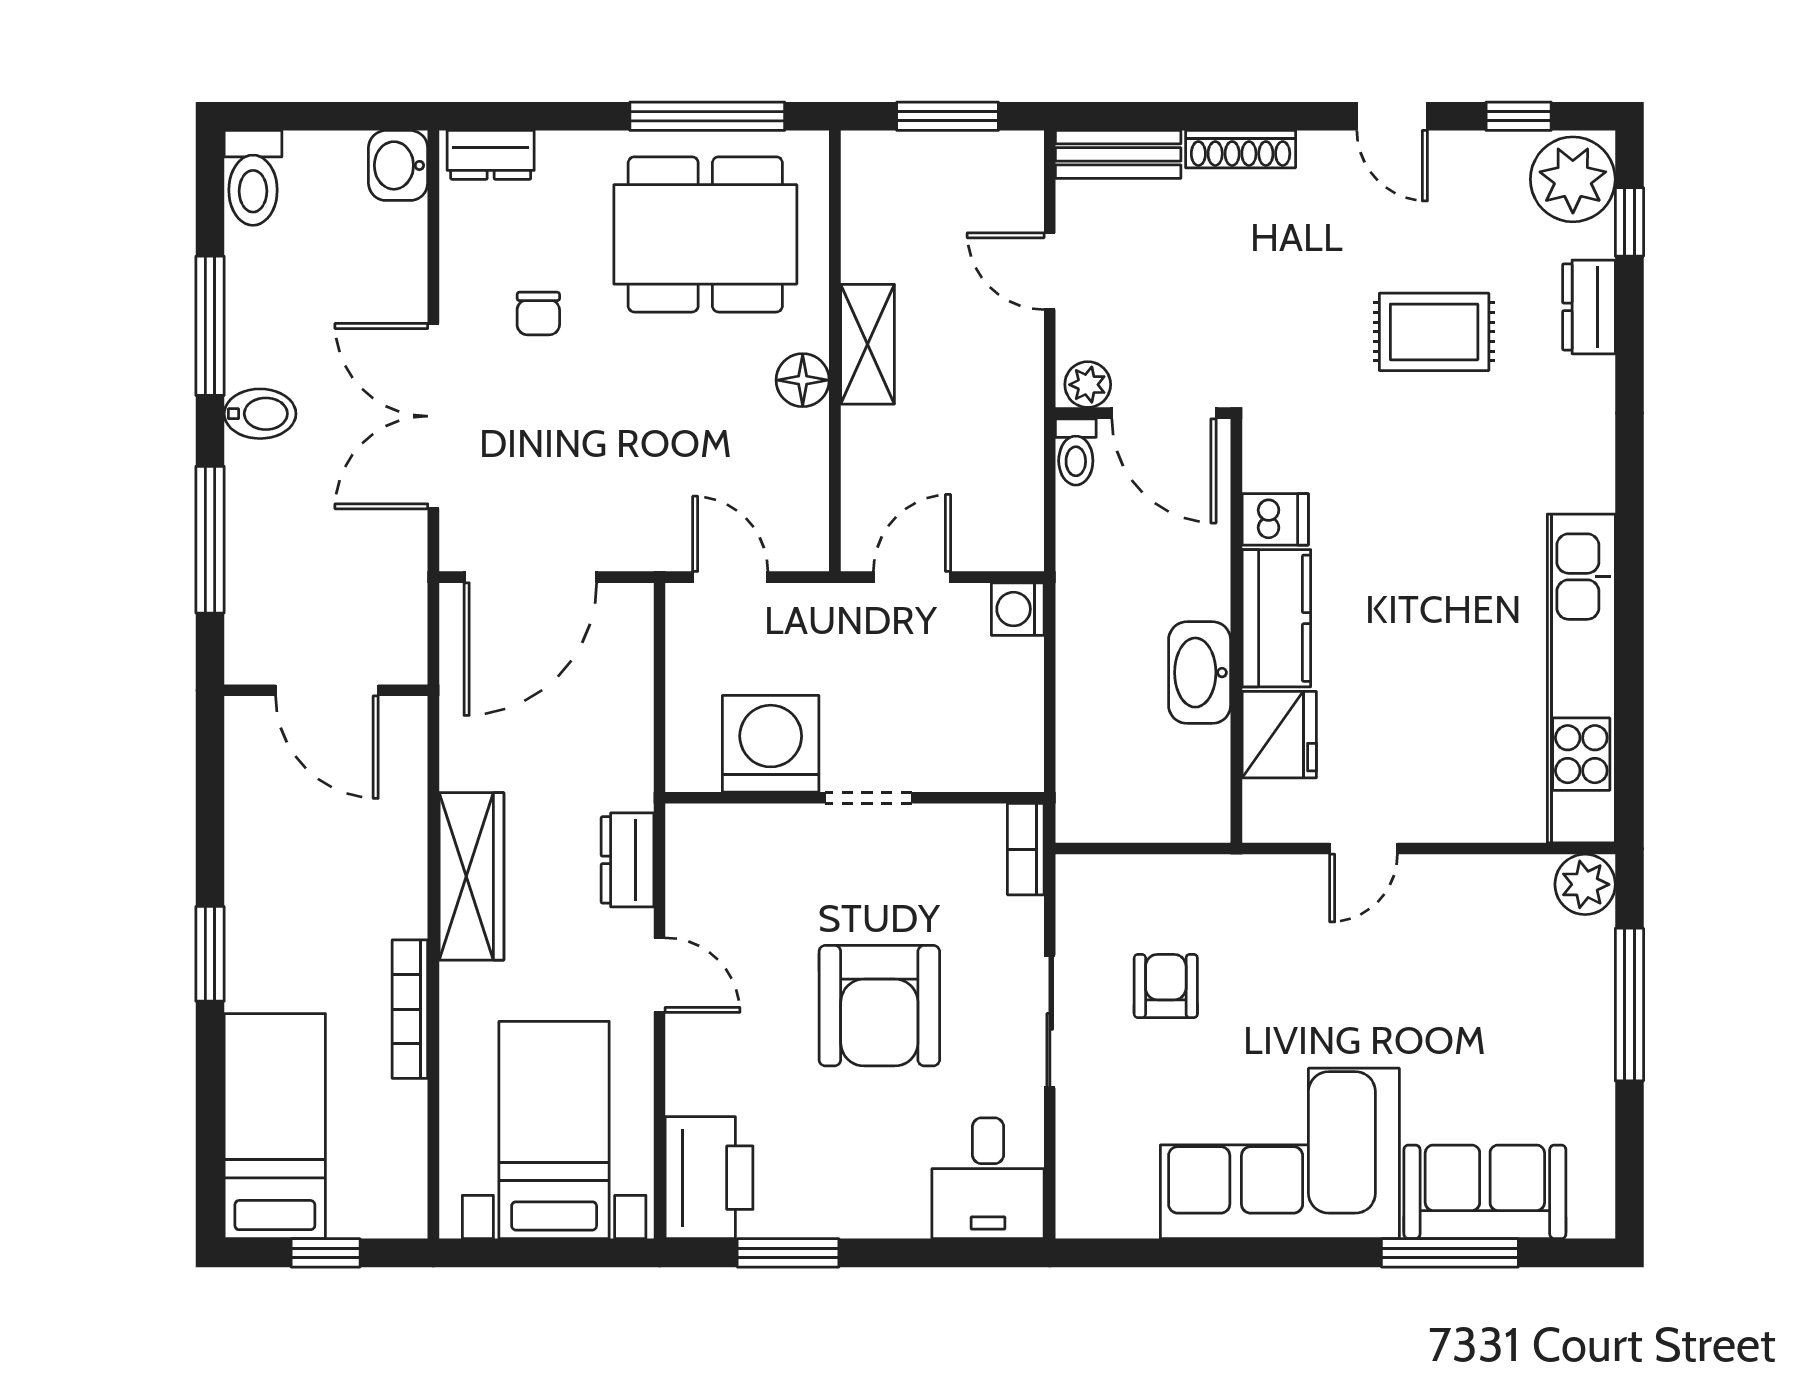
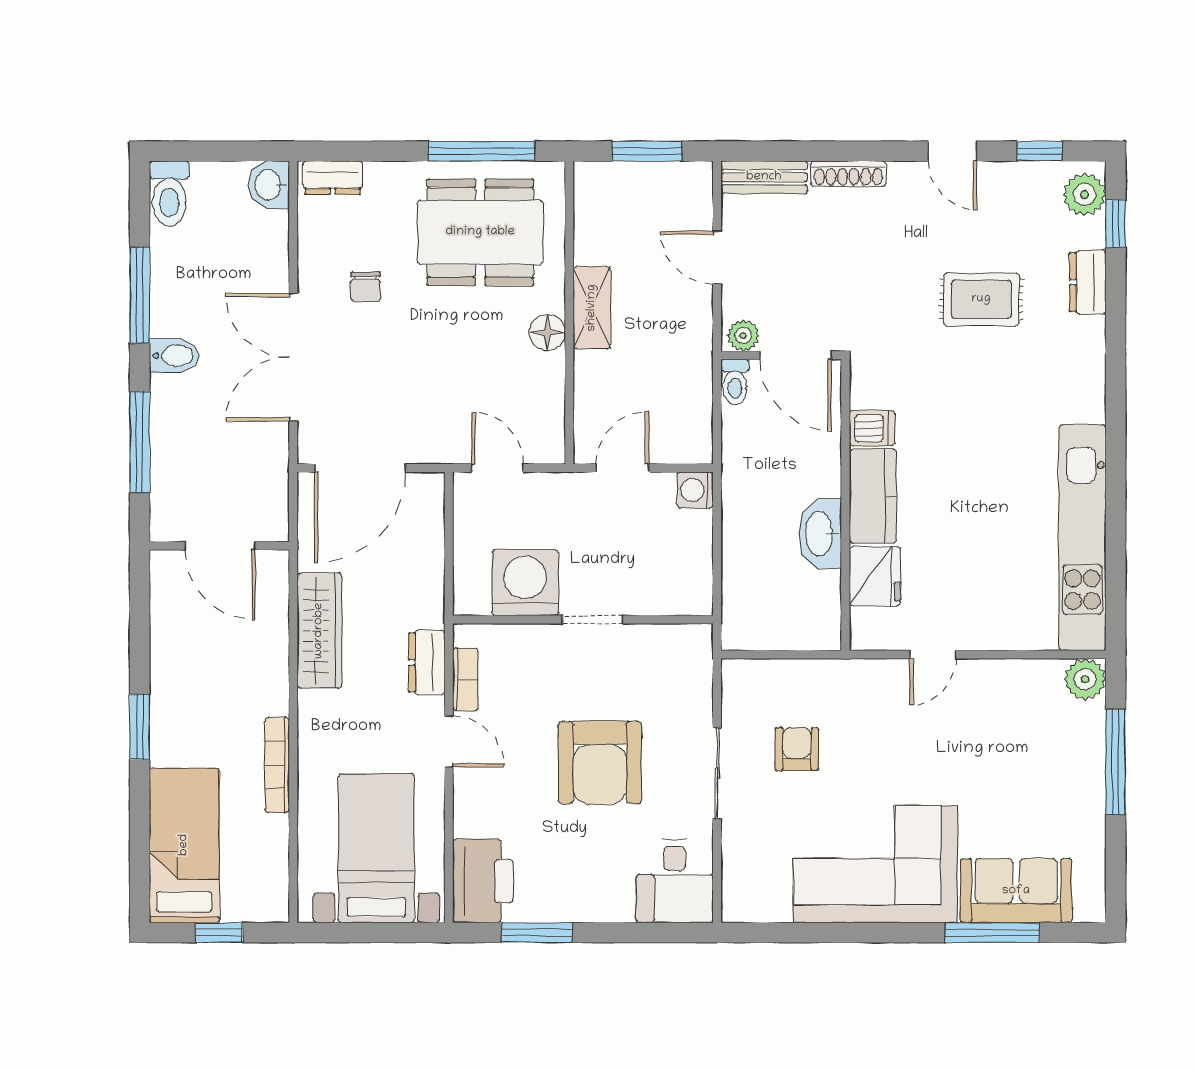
plant: (1573, 179) -> (1084, 194), width x0.73, depth x0.73
bookcase: (1026, 849) -> (465, 679), moved, turned 180
wardrobe: (471, 876) -> (319, 631), moved

